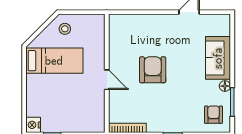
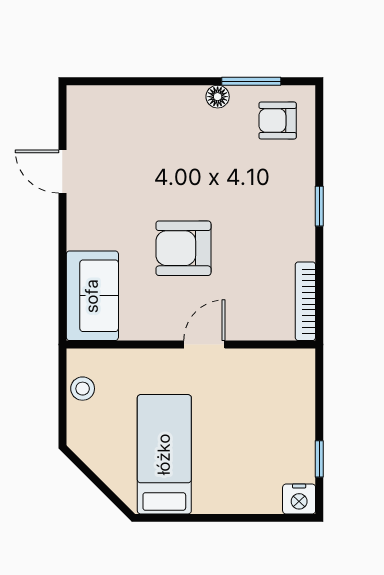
stool: (65, 29) -> (83, 389), moved
sofa: (218, 58) -> (92, 296), moved, turned -90

